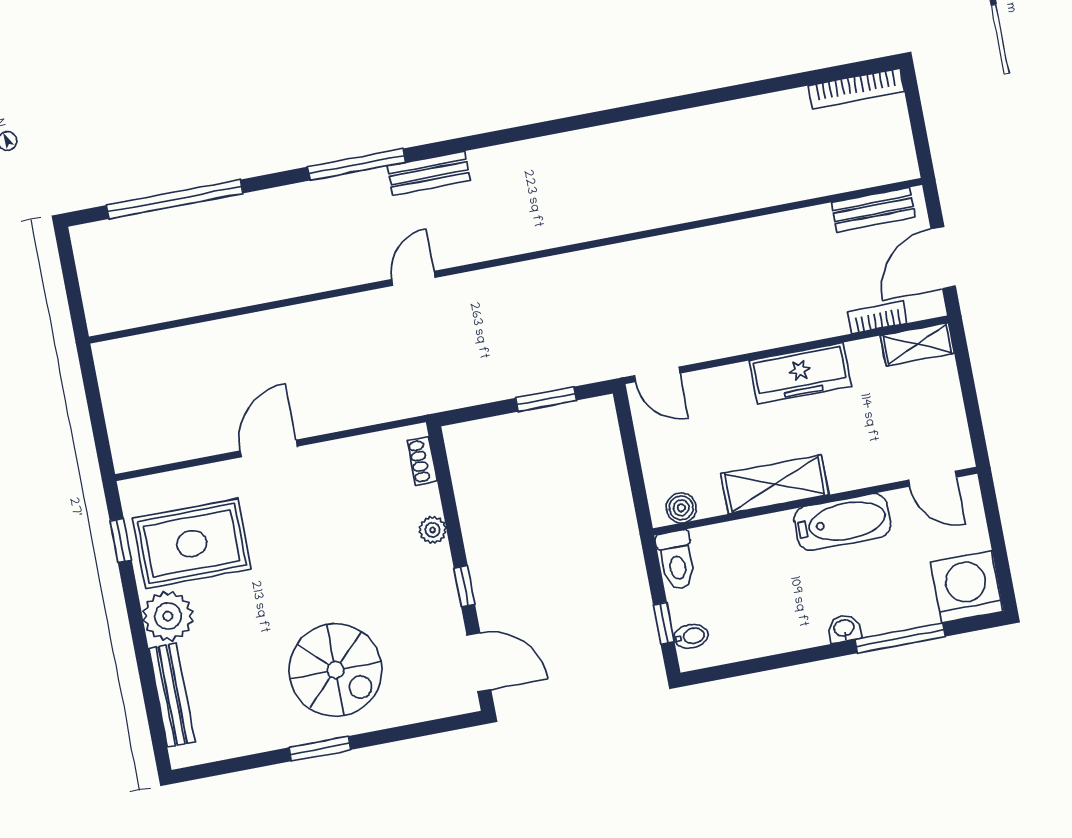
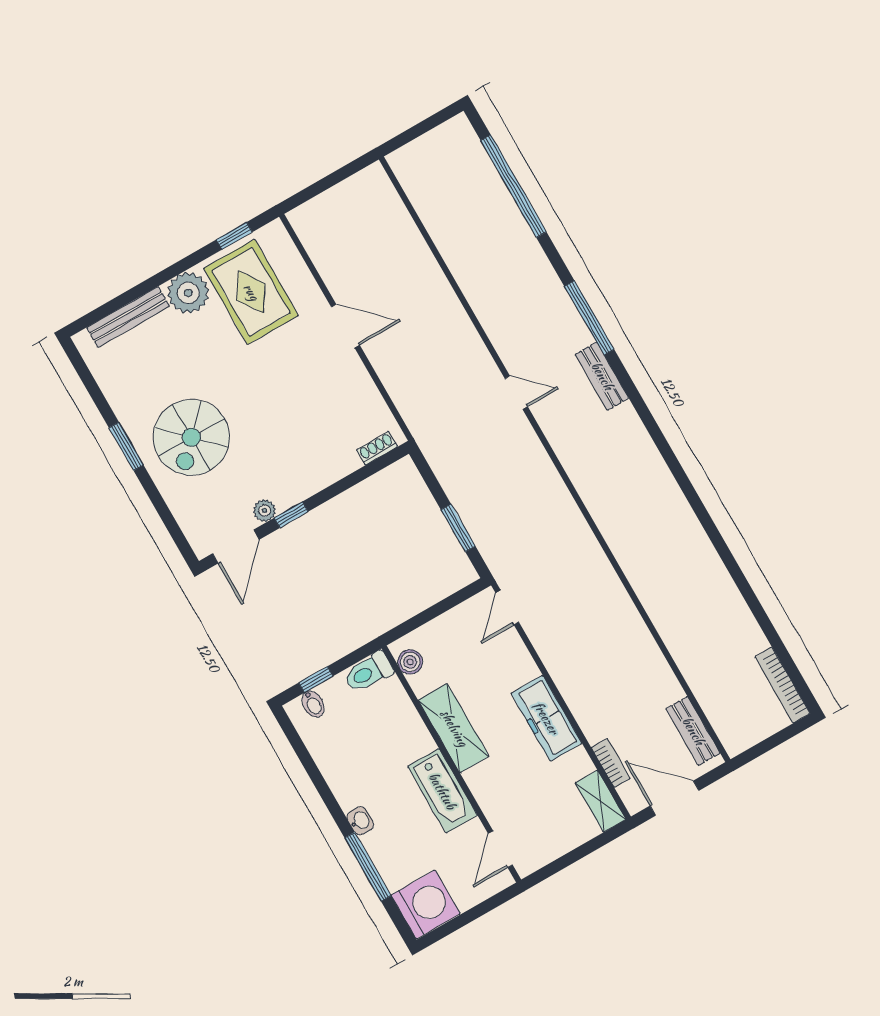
plant: (433, 530) -> (265, 510), moved

